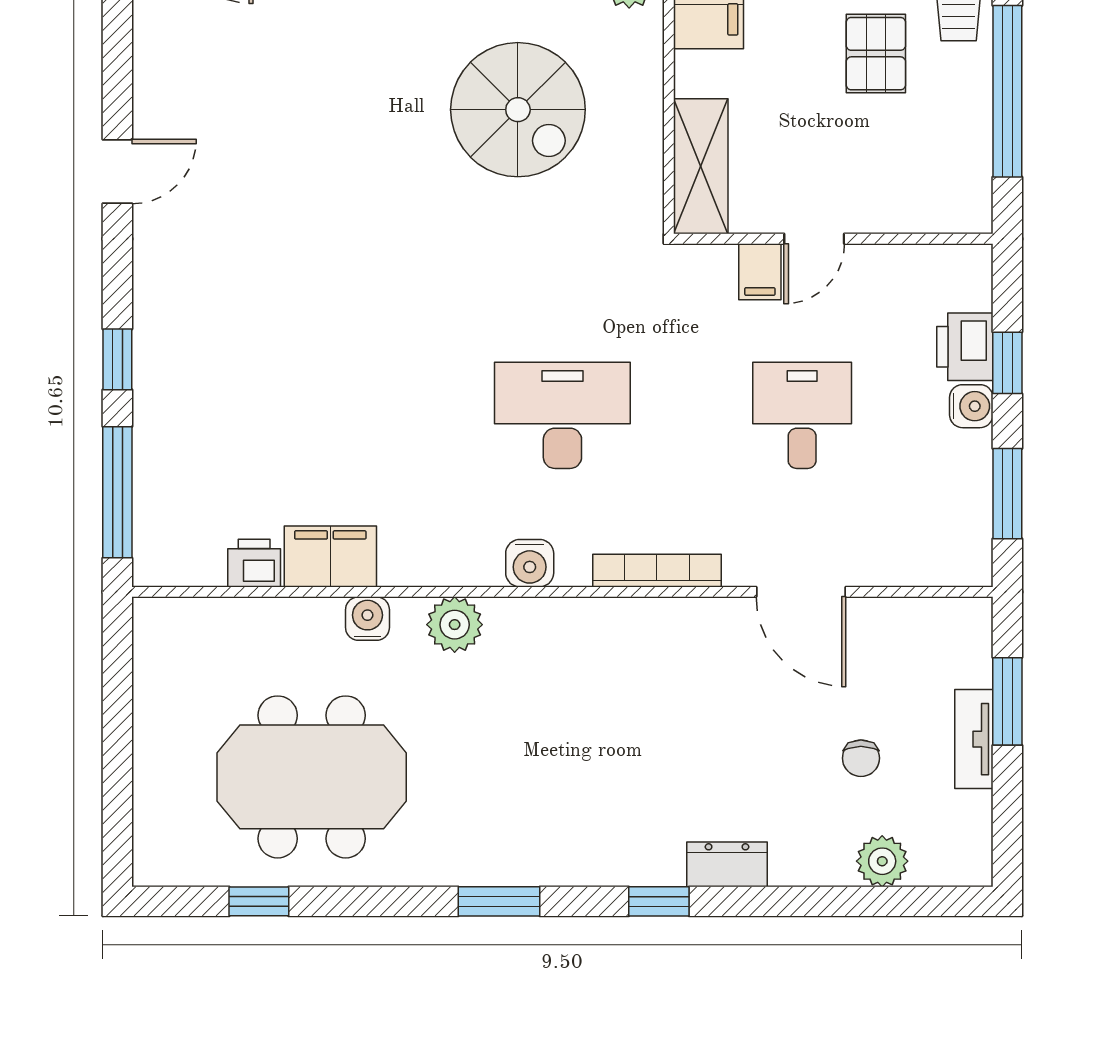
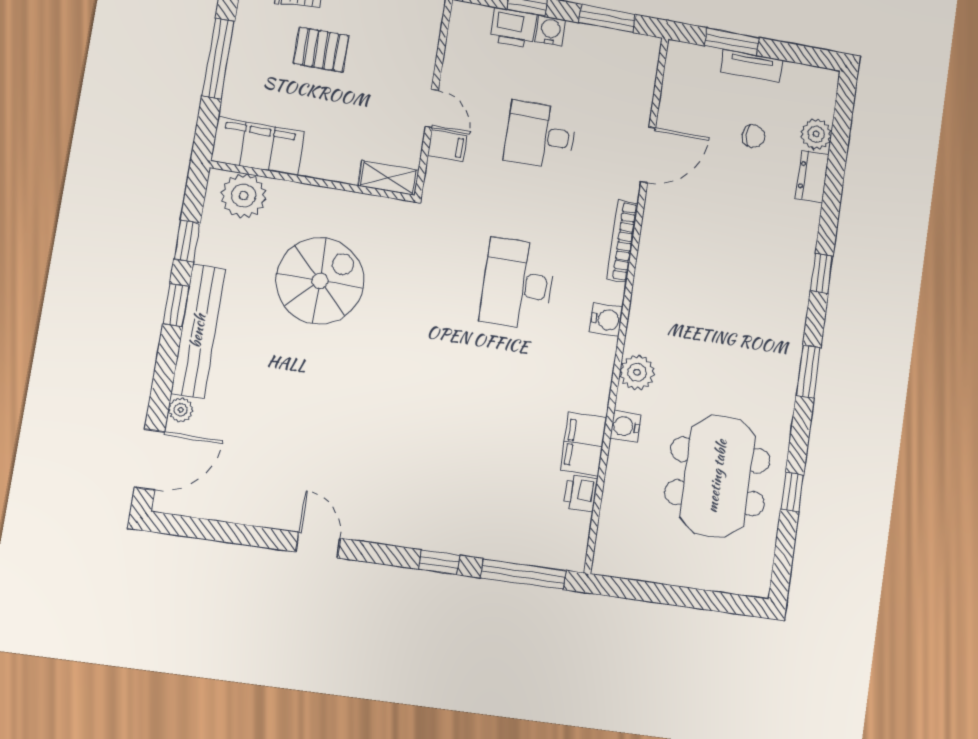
shelving: (701, 166) -> (388, 178), width x0.67, depth x0.75
dresser: (727, 864) -> (812, 176), moved
window: (259, 901) -> (792, 492), moved

